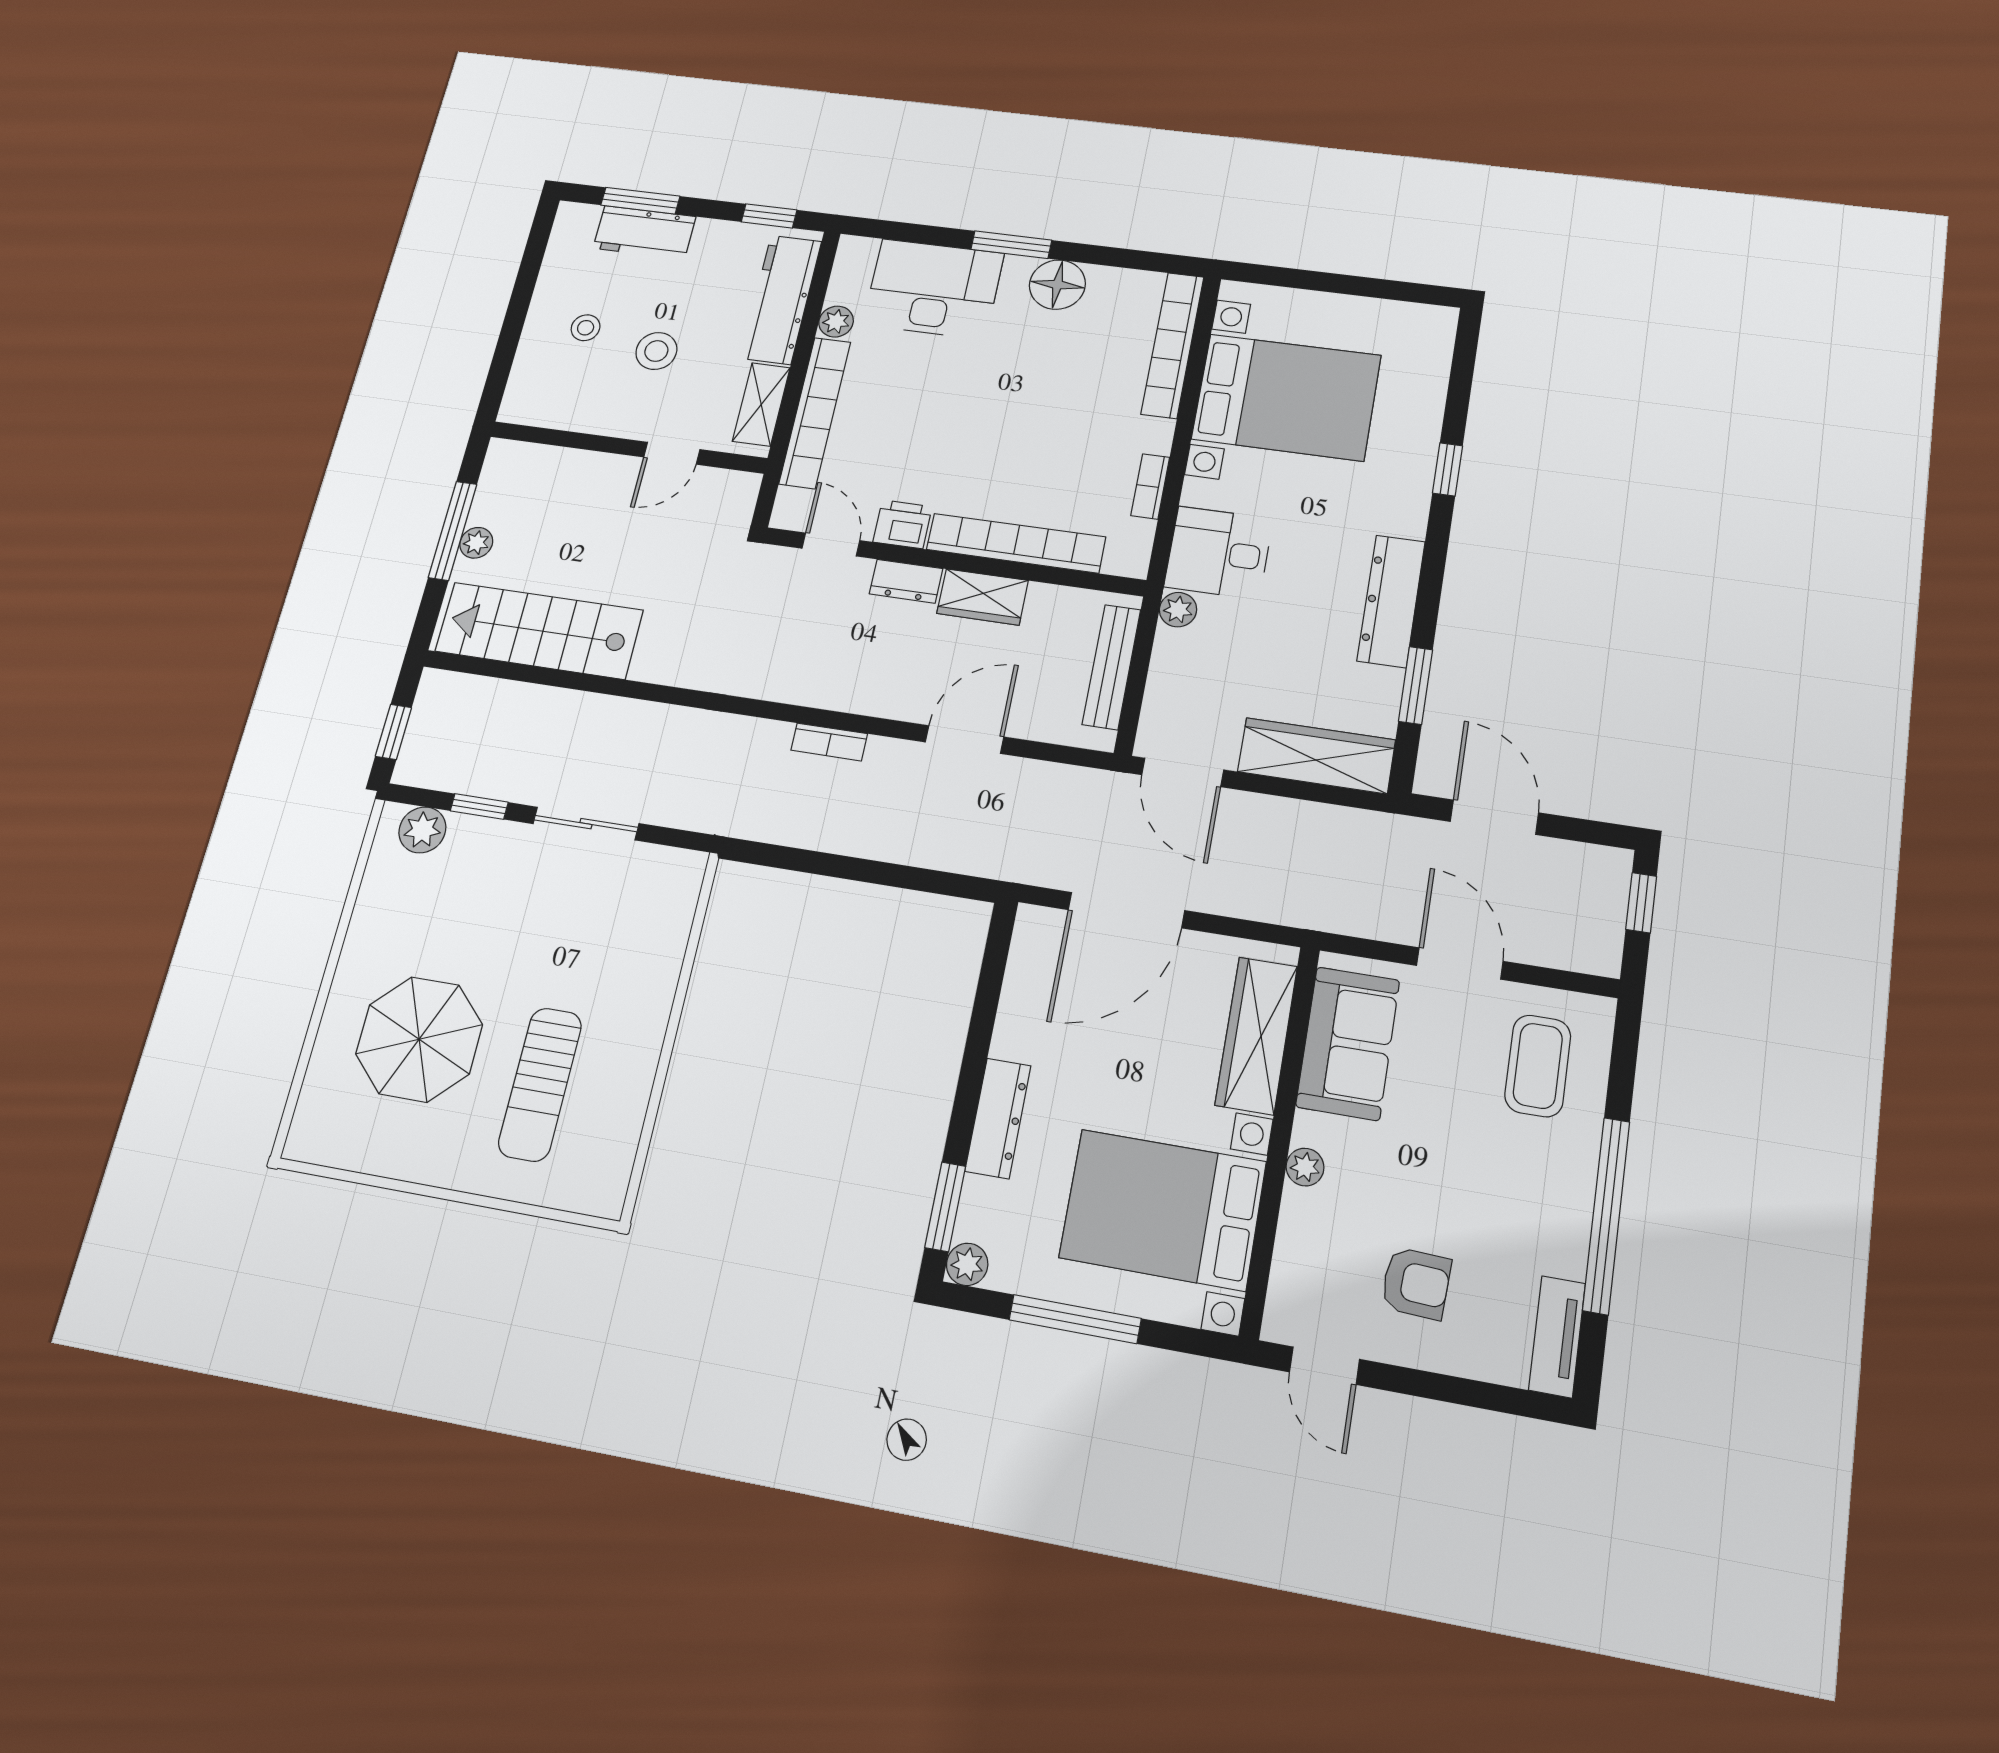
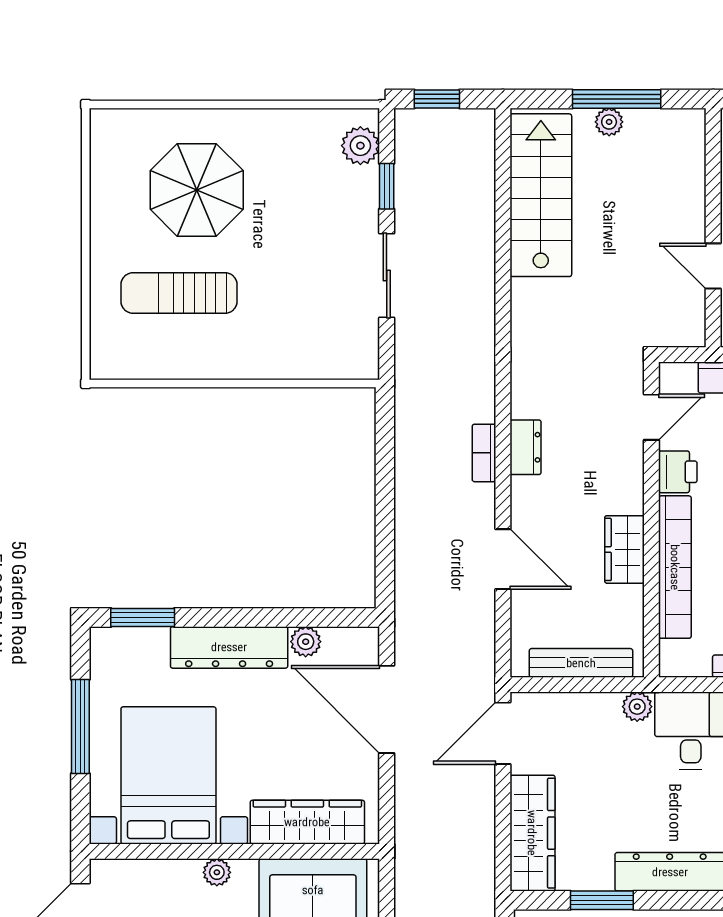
dresser: (906, 581) -> (525, 447), moved, turned 180
dresser: (998, 1118) -> (229, 647), width x1.37, depth x1.24
plant: (967, 1264) -> (306, 642), moved

